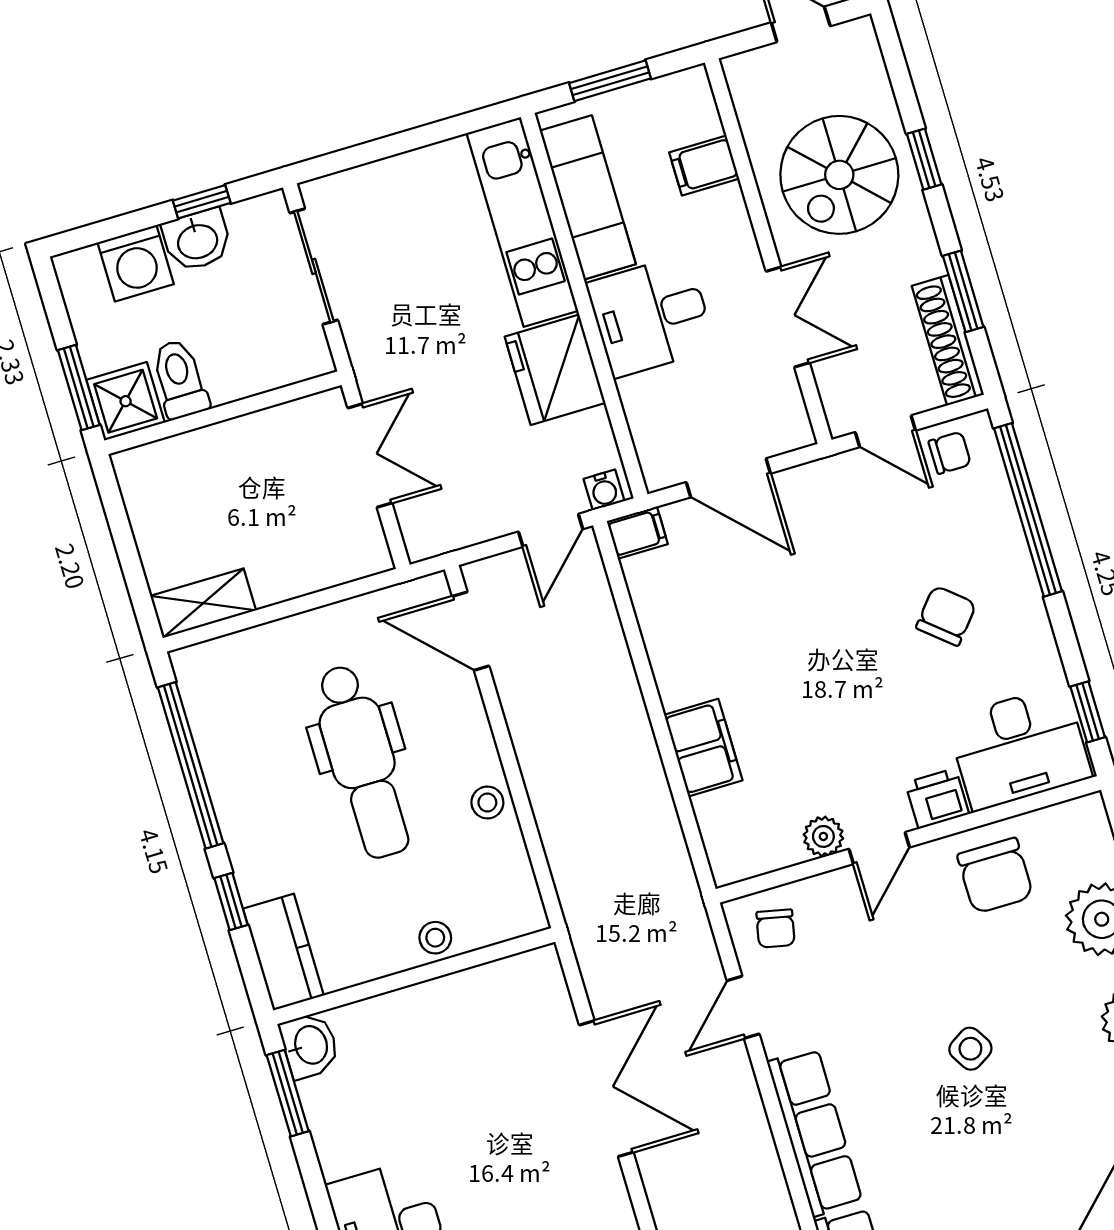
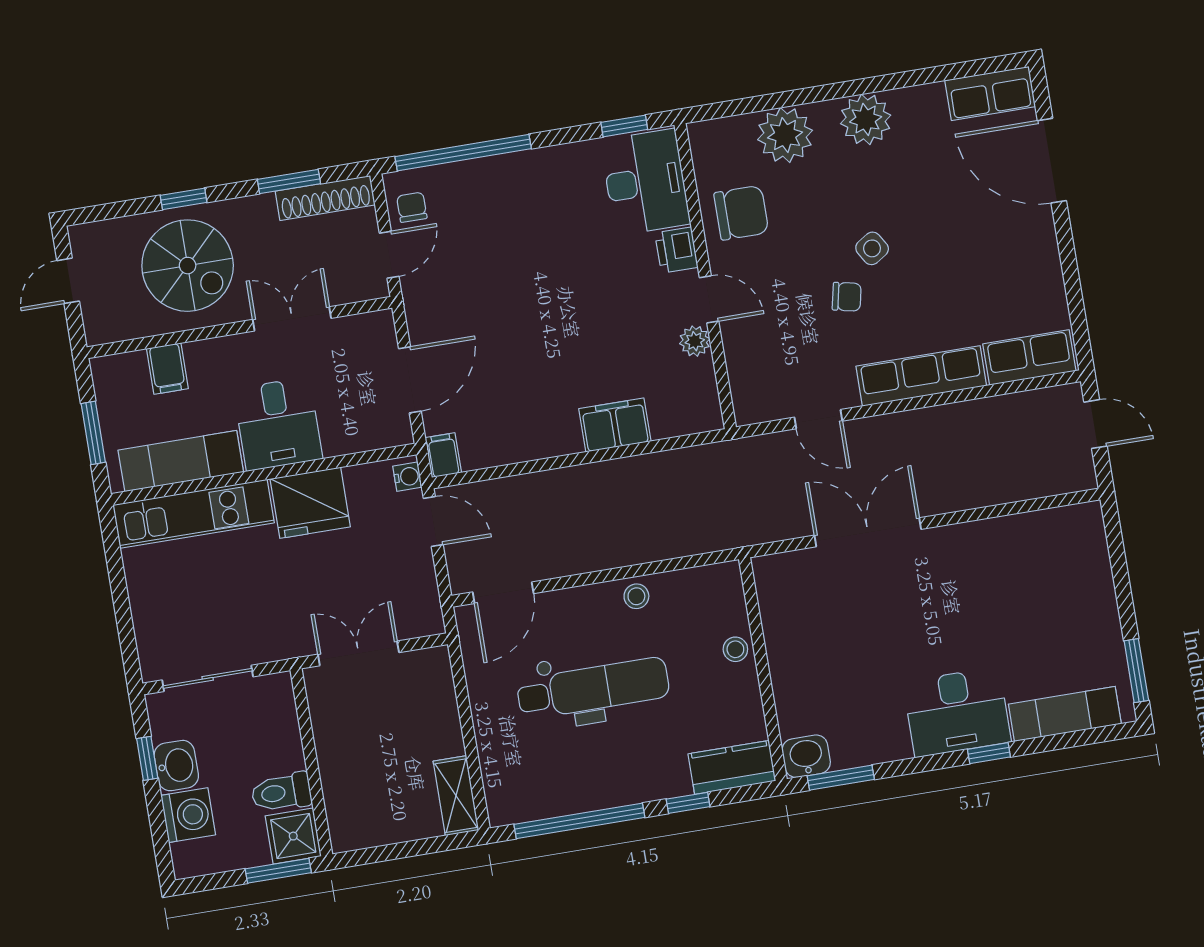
chair: (946, 616) -> (537, 226), removed
chair: (776, 928) -> (847, 297), moved

